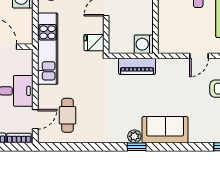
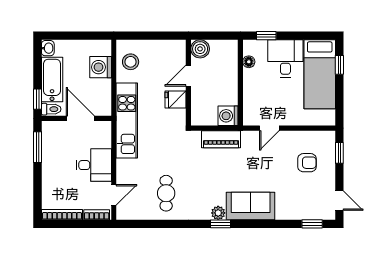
fridge: (94, 43) -> (176, 100), moved
door: (199, 56) -> (269, 128), moved
cafe table: (67, 115) -> (166, 193), moved

